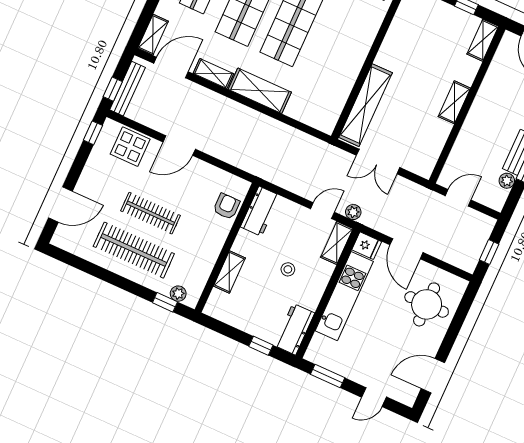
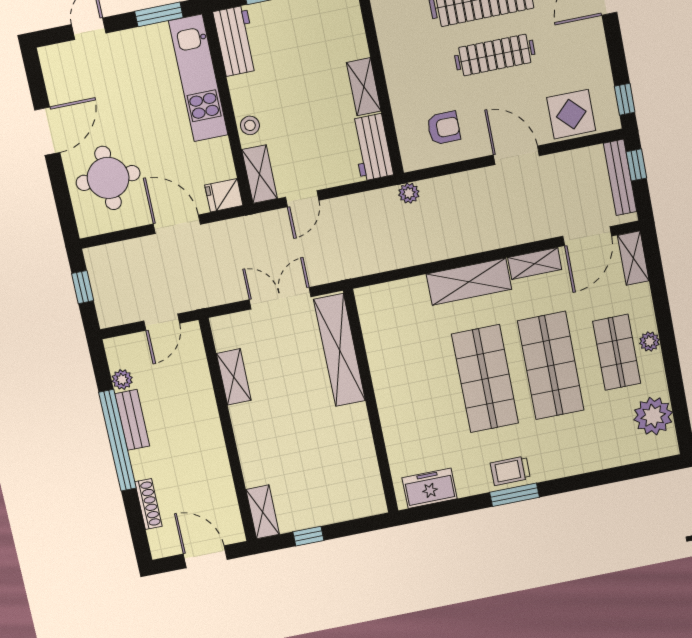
shelving: (454, 102) -> (234, 377), moved
door: (179, 146) -> (516, 155), hinge flipped
armchair: (226, 206) -> (444, 128), moved, turned -90
plant: (353, 212) -> (409, 193), moved
stool: (288, 269) -> (250, 125), moved
shelving: (229, 272) -> (364, 87), moved
kitchen unit: (344, 296) -> (198, 78), moved
door: (433, 376) -> (47, 131), moved

